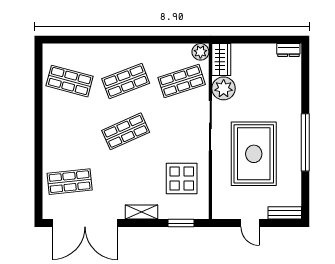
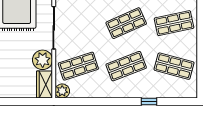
window: (99, 40) -> (149, 101), added
shop shelf: (70, 131) -> (174, 23), added

